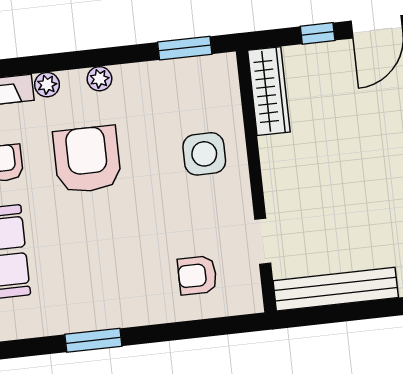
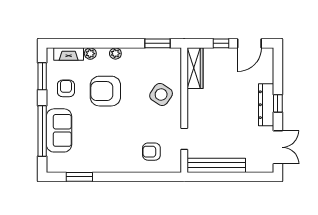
side table: (204, 154) -> (161, 95), turned 34
armchair: (87, 160) -> (105, 91), turned -90
window: (93, 340) -> (79, 177), moved

